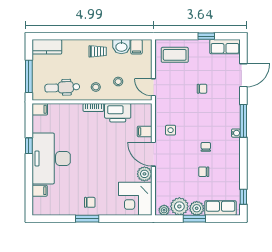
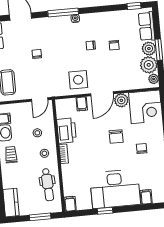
window: (29, 76) -> (40, 217), width x0.69
side table: (171, 130) -> (78, 80), width x1.87, depth x1.87
chair: (107, 165) -> (116, 136), added
chair: (90, 202) -> (142, 149), moved

